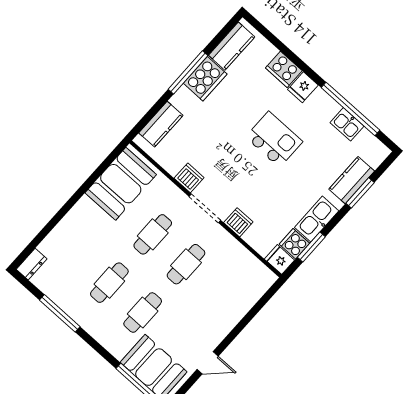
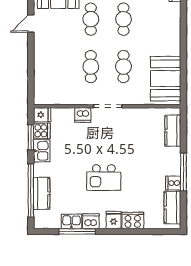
cooker: (205, 79) -> (173, 183), width x0.53, depth x0.76
window: (351, 109) -> (77, 231), width x0.68
dishwasher: (189, 178) -> (91, 221), moved, turned 180
window: (360, 193) -> (31, 190), width x2.11
kitchen sink: (317, 219) -> (42, 151), width x0.73

